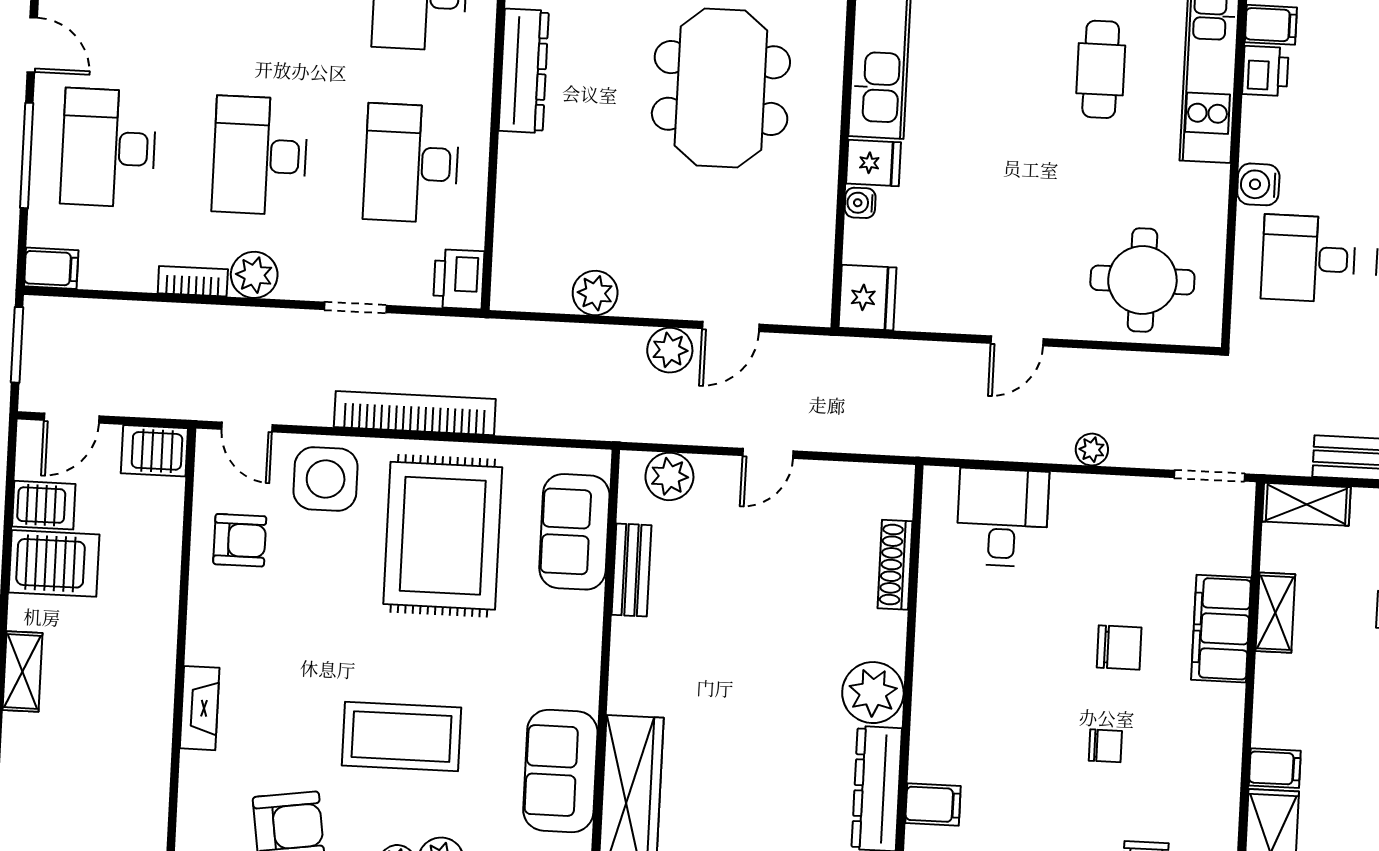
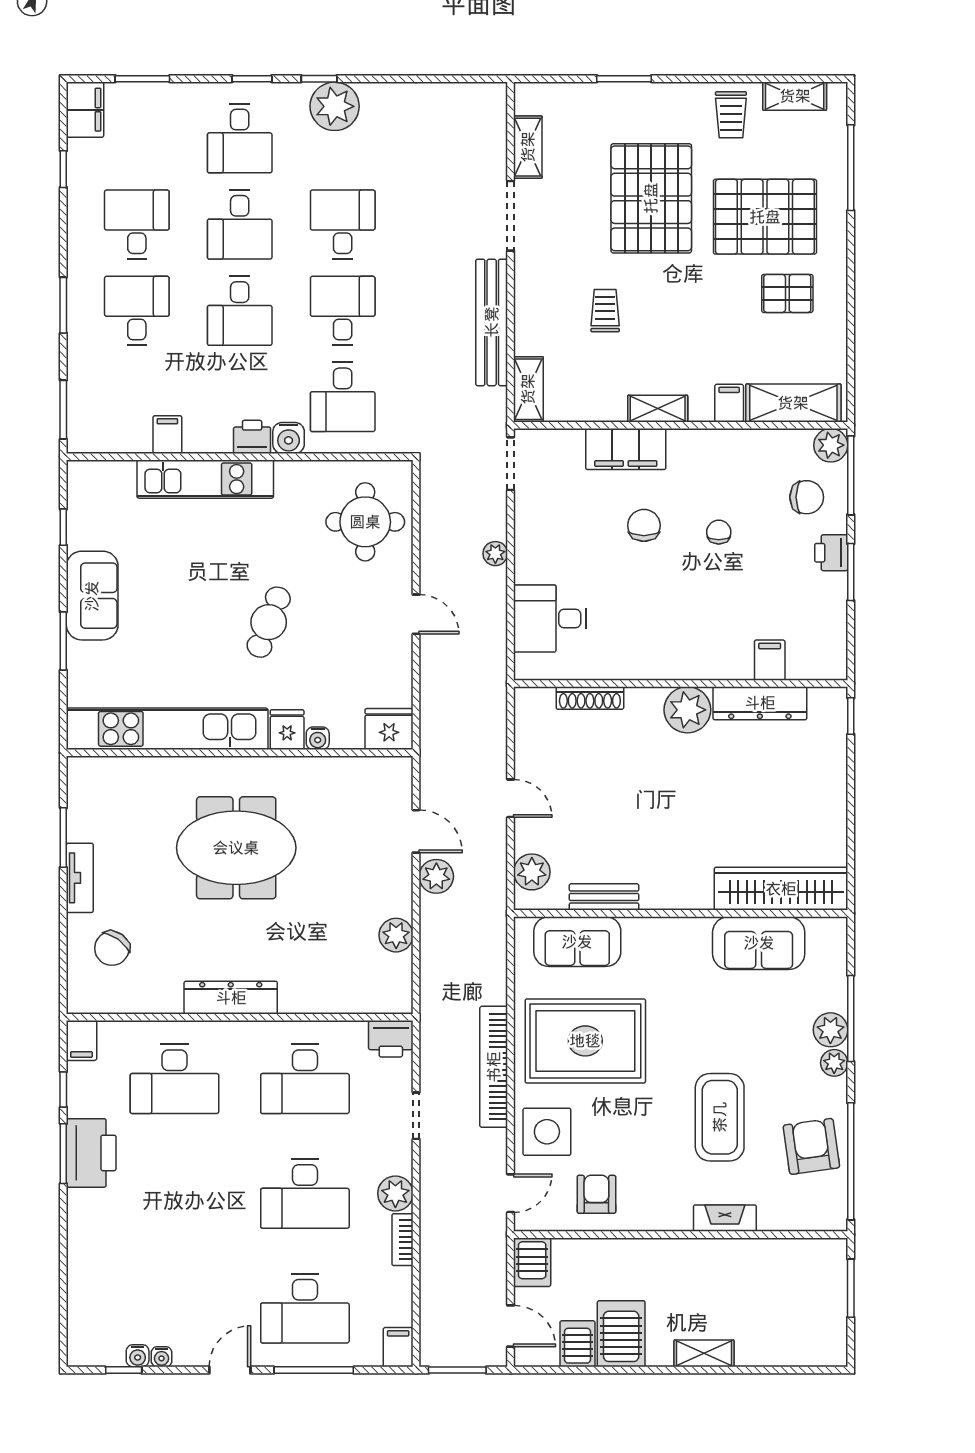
cafe table: (1101, 69) -> (269, 622), moved, turned -69
printer: (1265, 71) -> (252, 437), moved
shelving: (1275, 613) -> (658, 409), moved
coffee table: (402, 737) -> (720, 1117), moved

